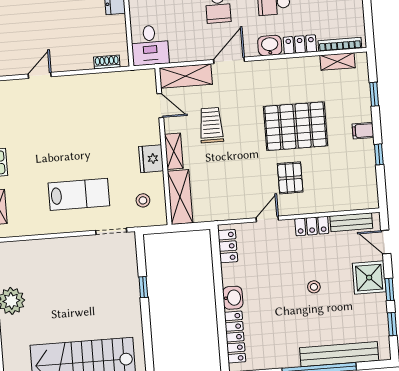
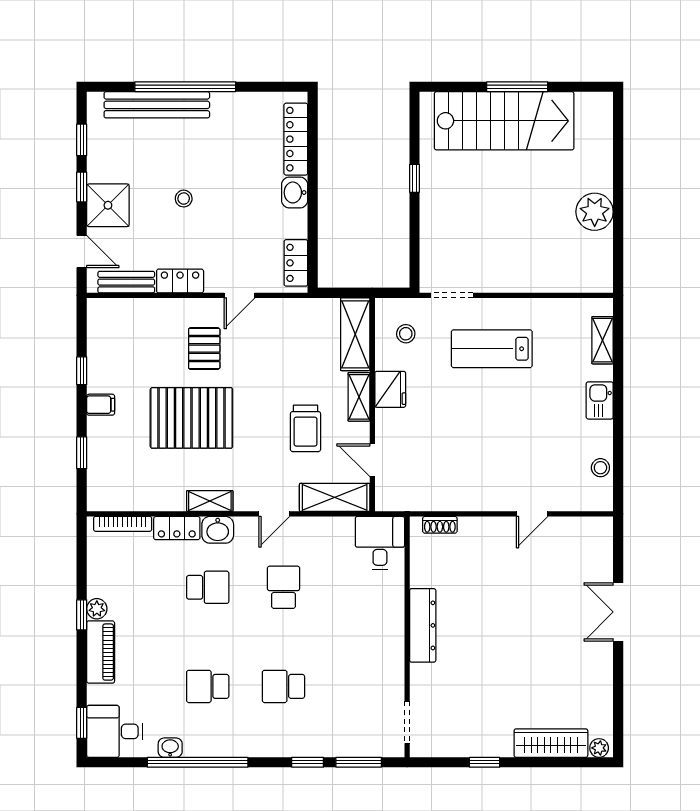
door: (229, 60) -> (274, 514), width x0.73
shelving: (337, 61) -> (210, 501), moved
window: (143, 287) -> (414, 178), moved

